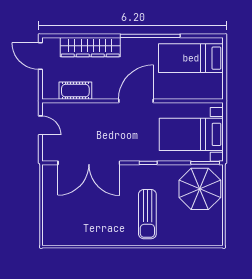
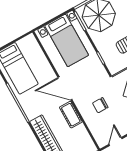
cot: (75, 91) -> (71, 115), moved
chair: (93, 131) -> (100, 105), added

